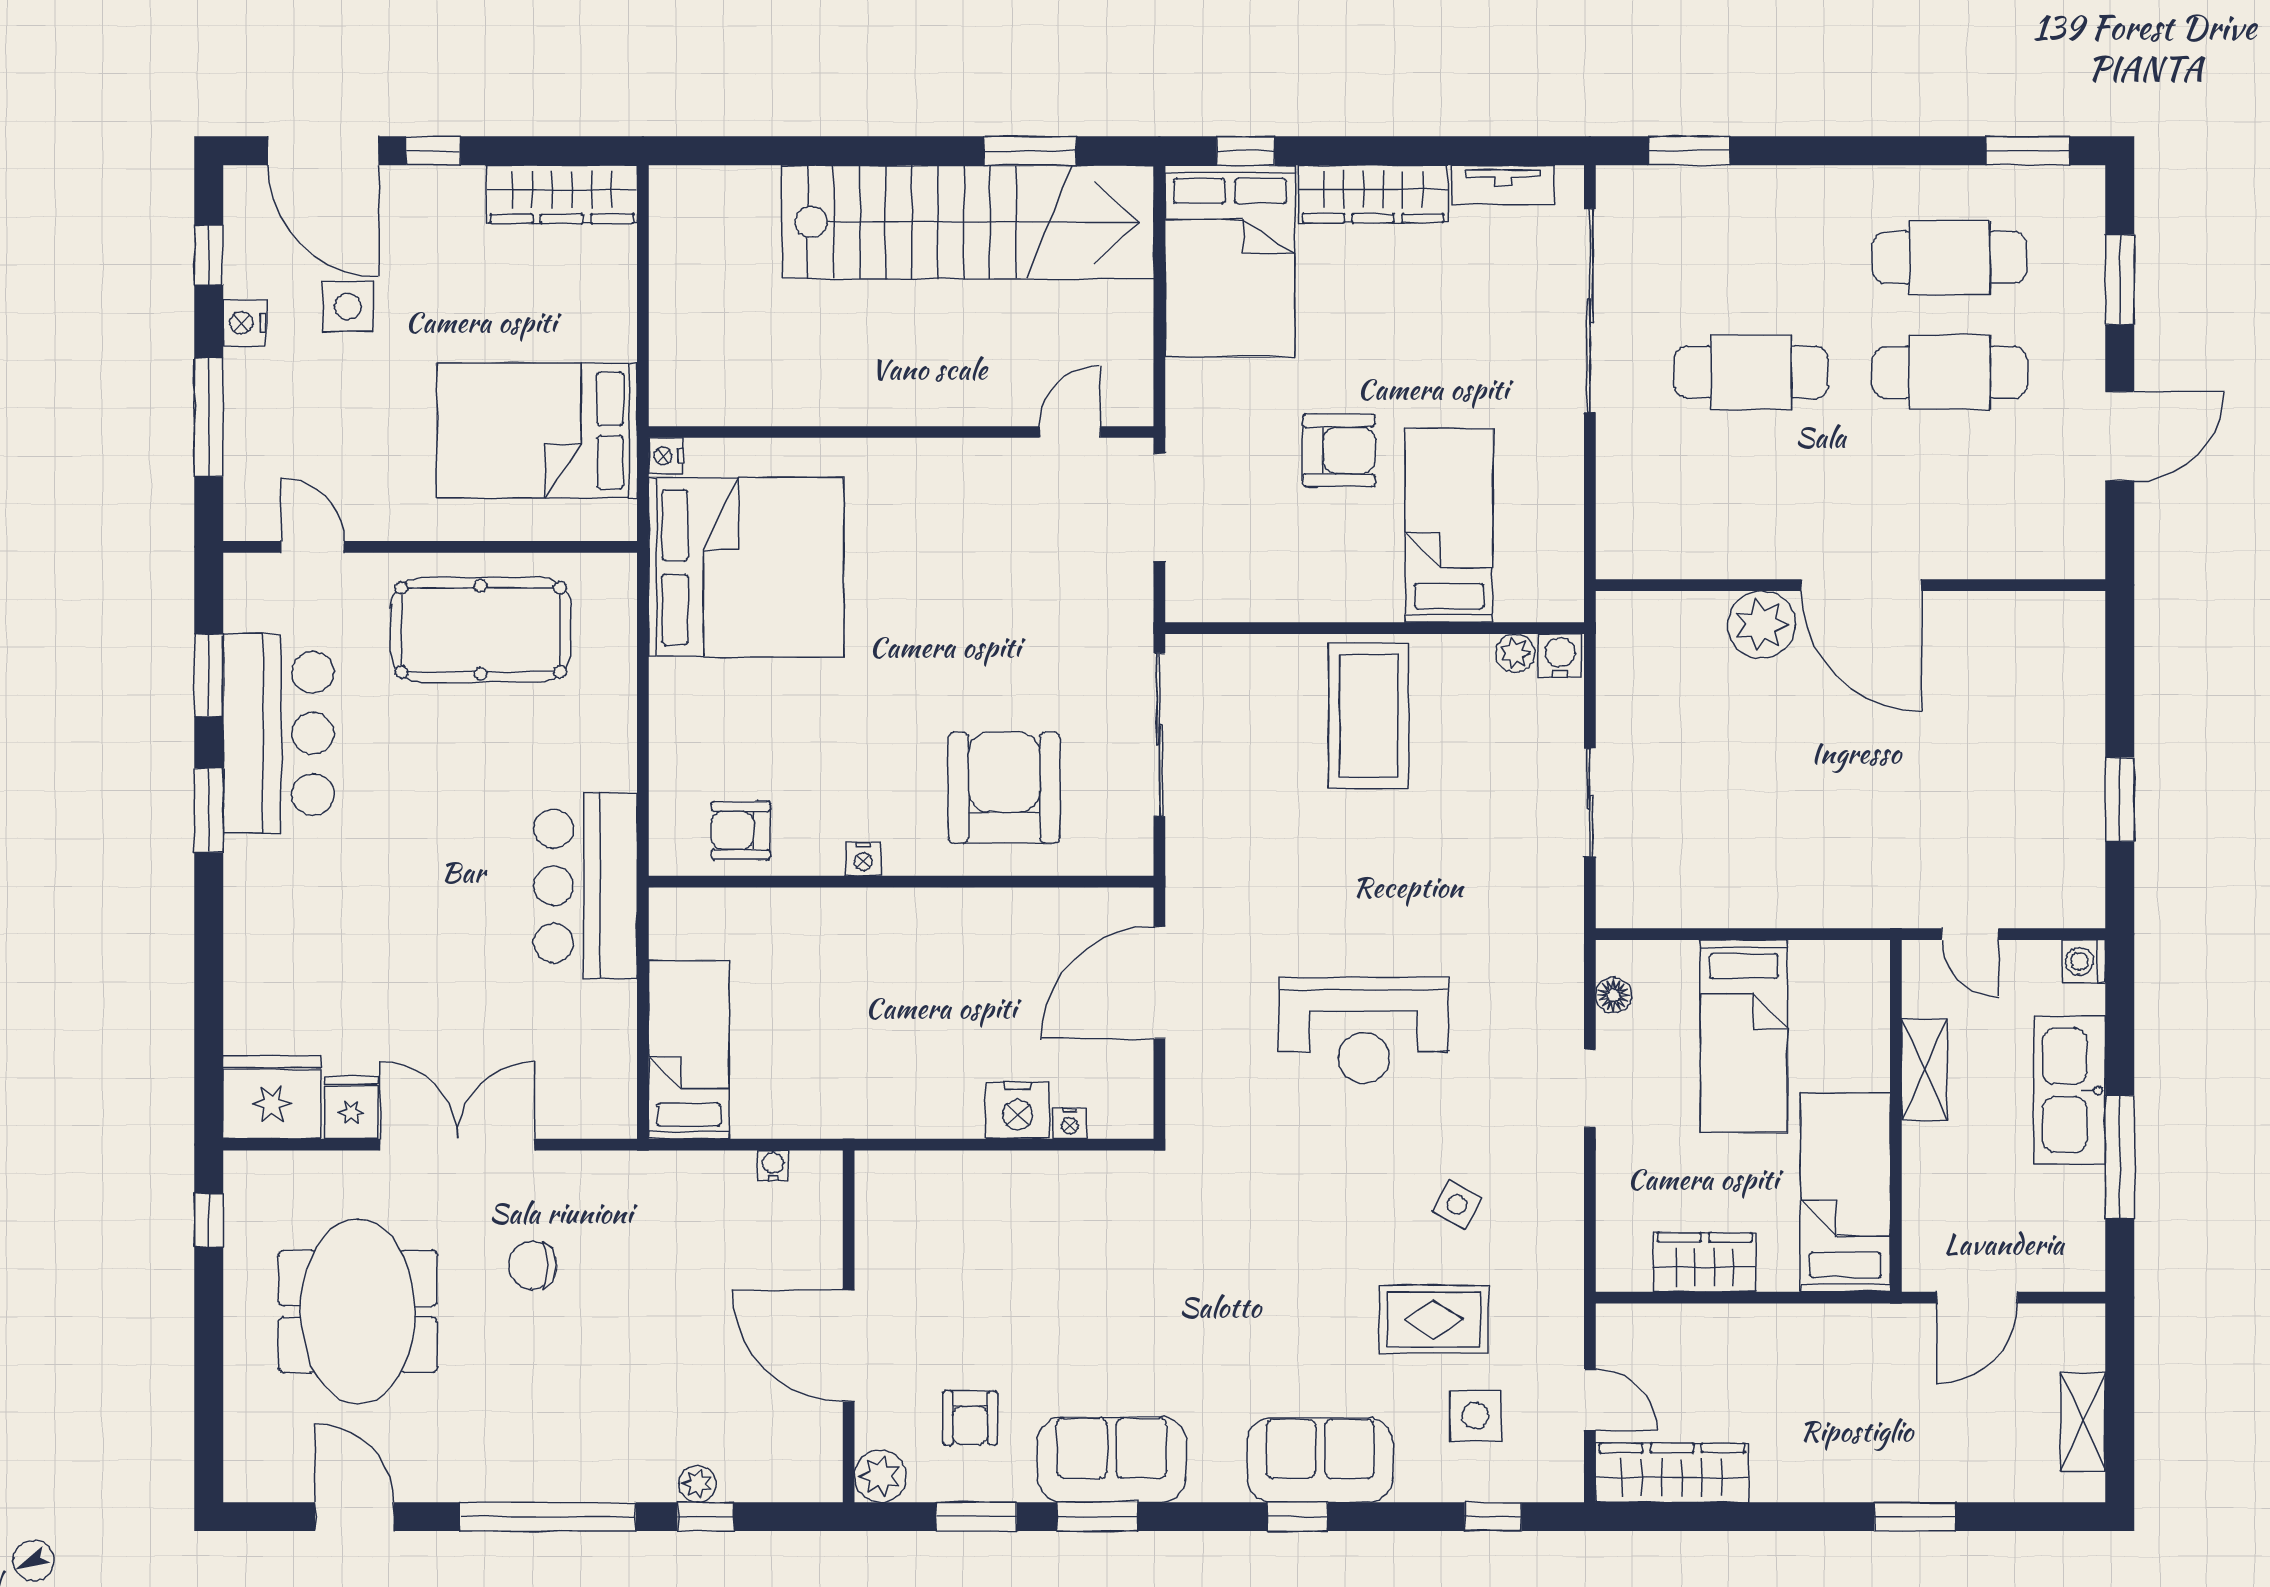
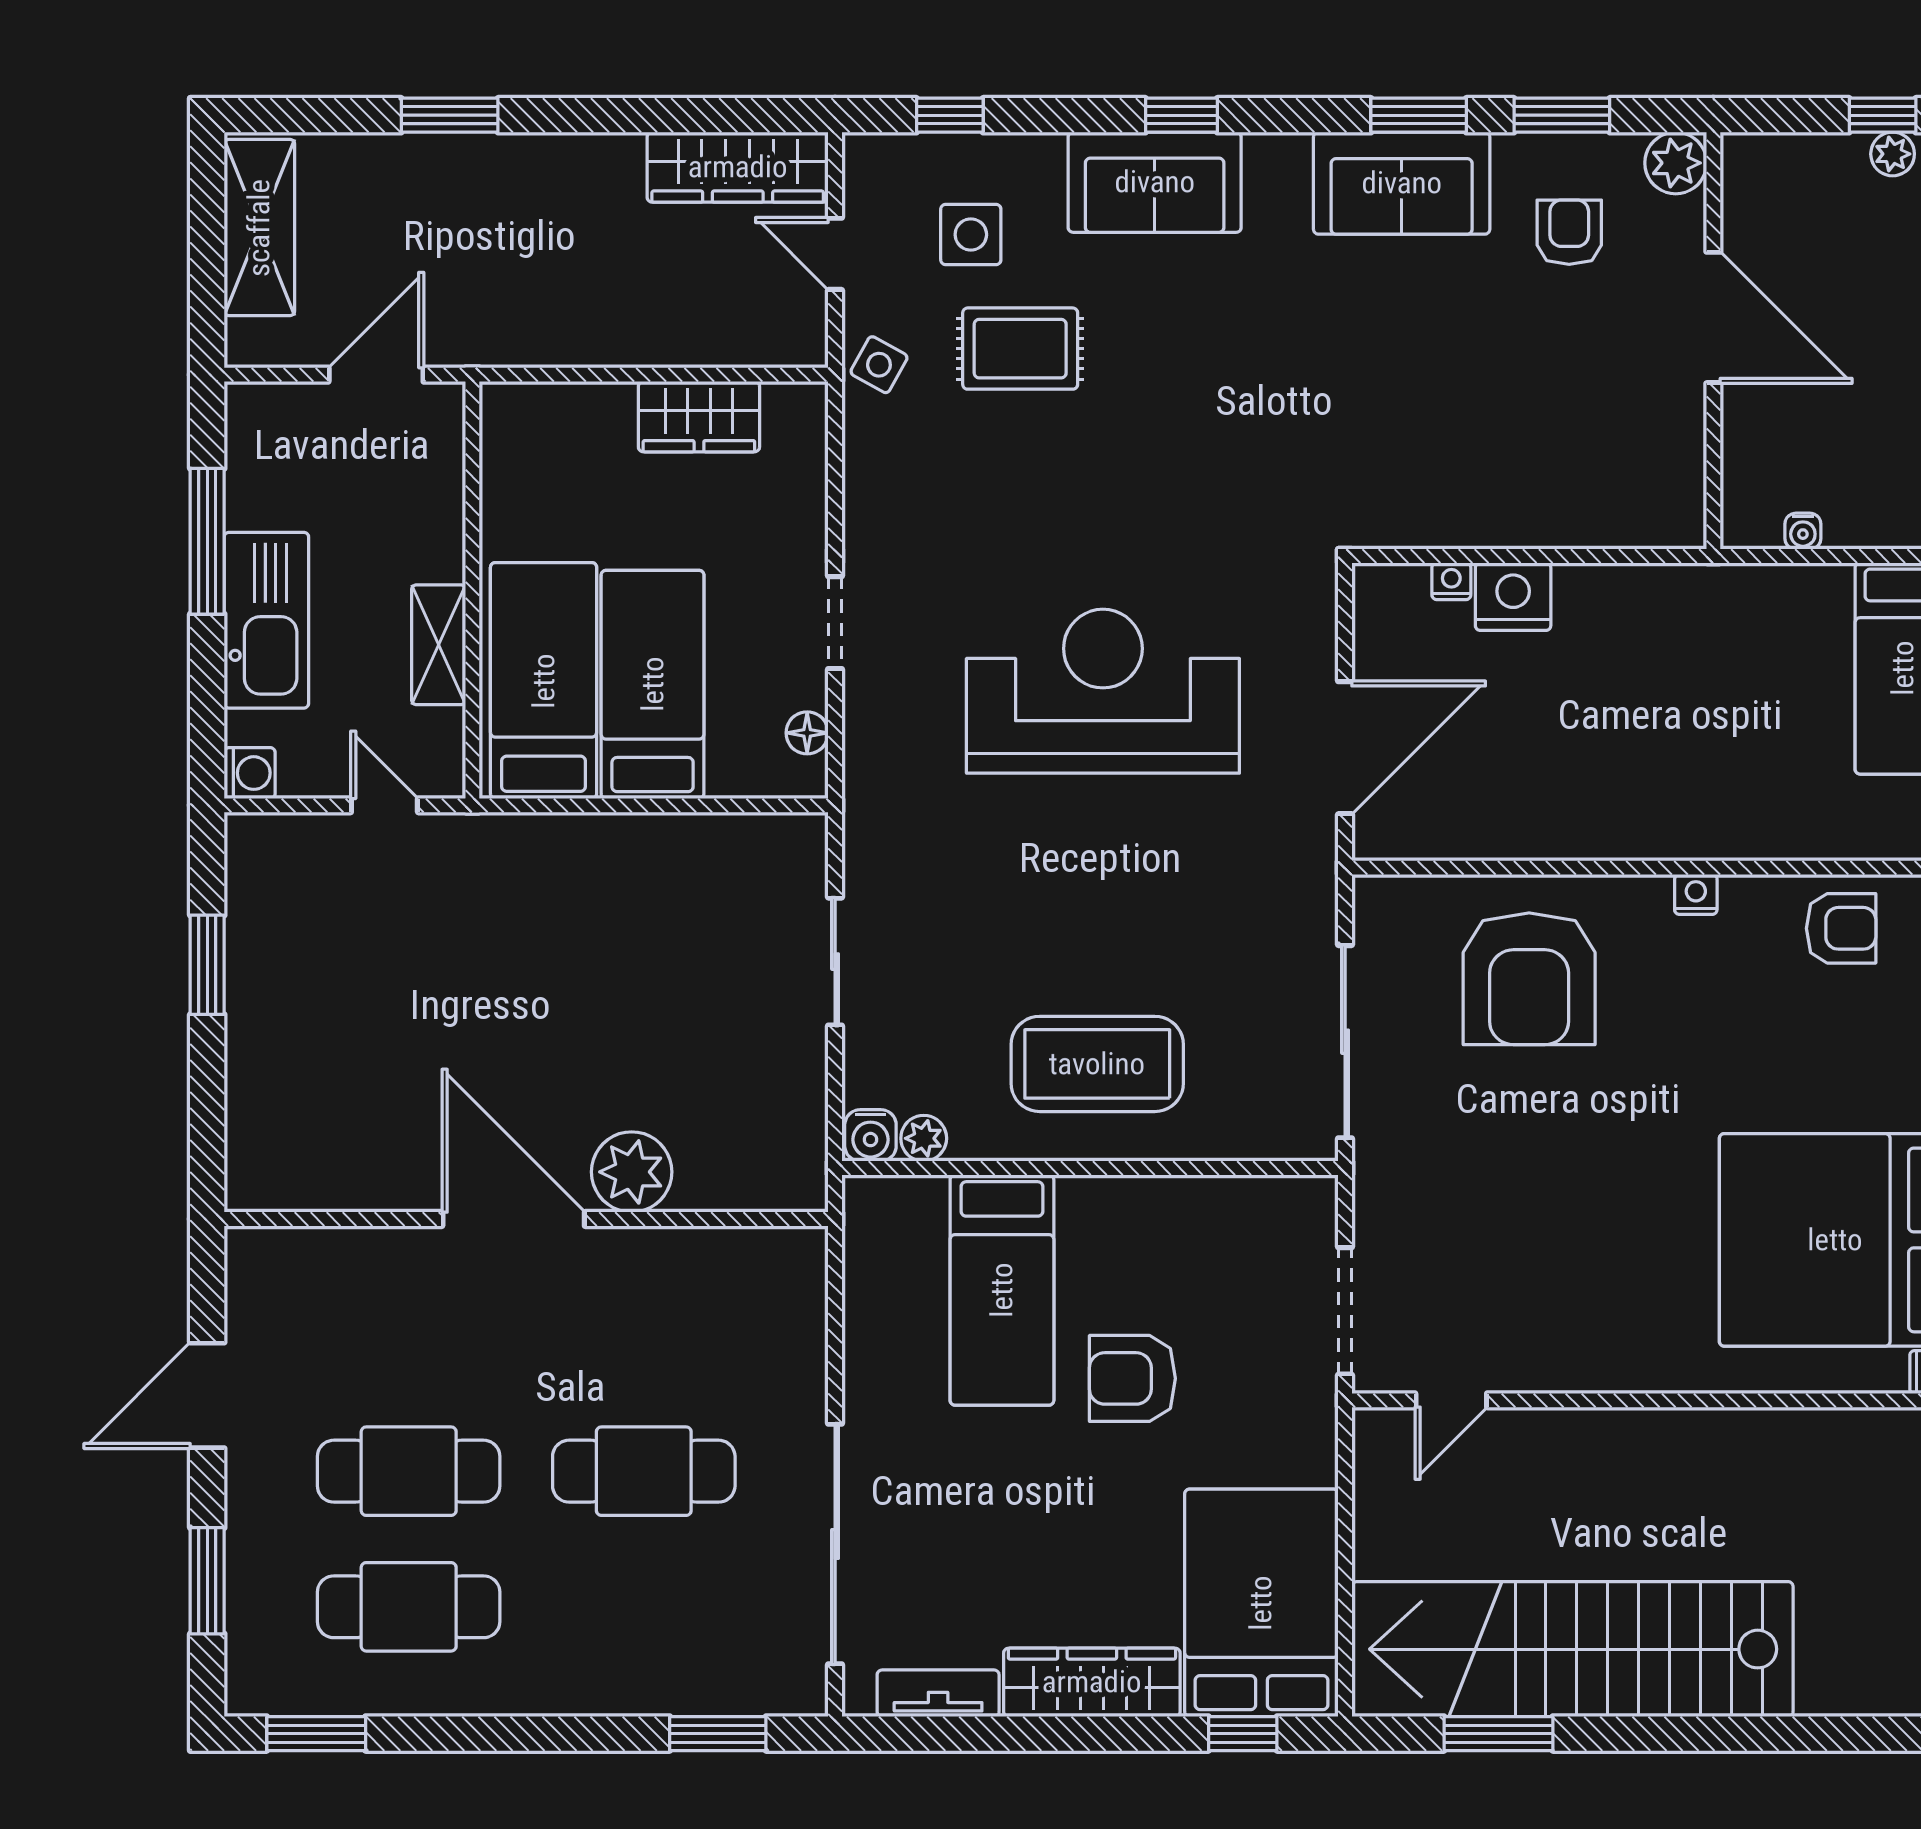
coffee table: (1369, 716) -> (1097, 1064), turned 90
reception desk: (1364, 1030) -> (1103, 691), width x1.36, depth x1.30
bed: (1845, 1192) -> (544, 681), moved, turned 180
side table: (1457, 1205) -> (879, 365), moved
shelving: (2083, 1422) -> (259, 228), width x1.50, depth x1.33

